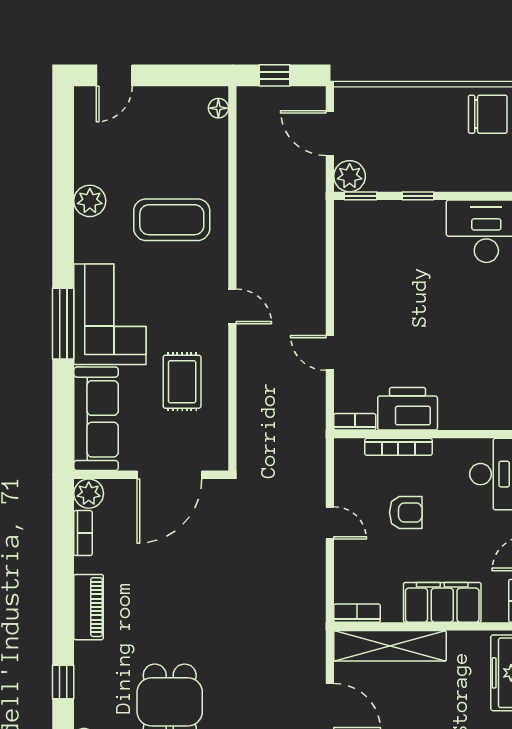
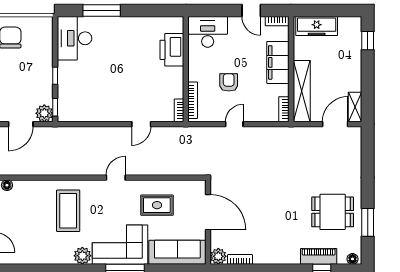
plant: (90, 201) -> (82, 256), moved
printer: (408, 409) -> (172, 50), moved
bookcase: (398, 447) -> (193, 100), moved
piano: (89, 607) -> (319, 256), moved

